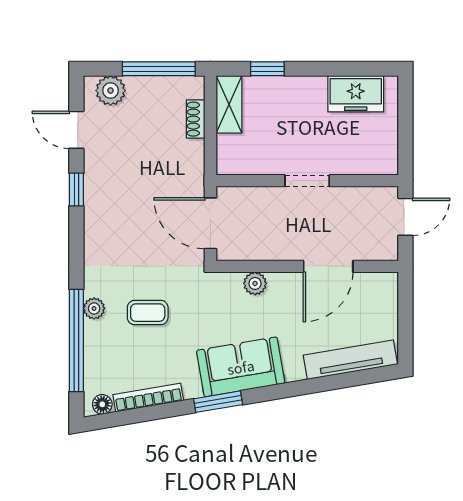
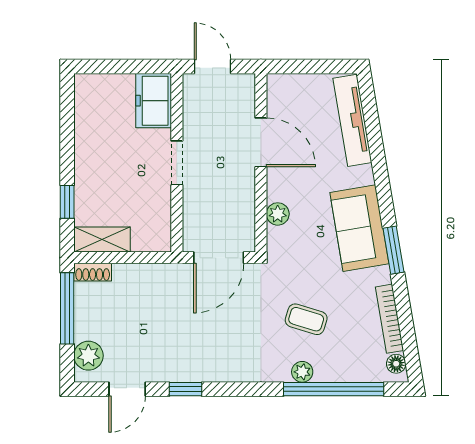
freezer: (356, 94) -> (154, 101), moved, turned 180
shoe rack: (196, 119) -> (93, 272), moved
coffee table: (148, 313) -> (306, 319), turned -73

